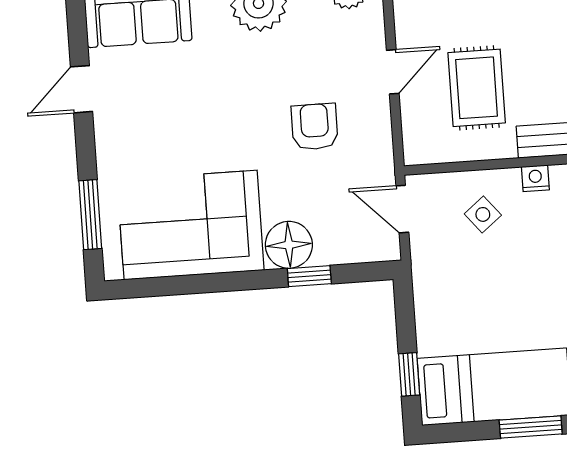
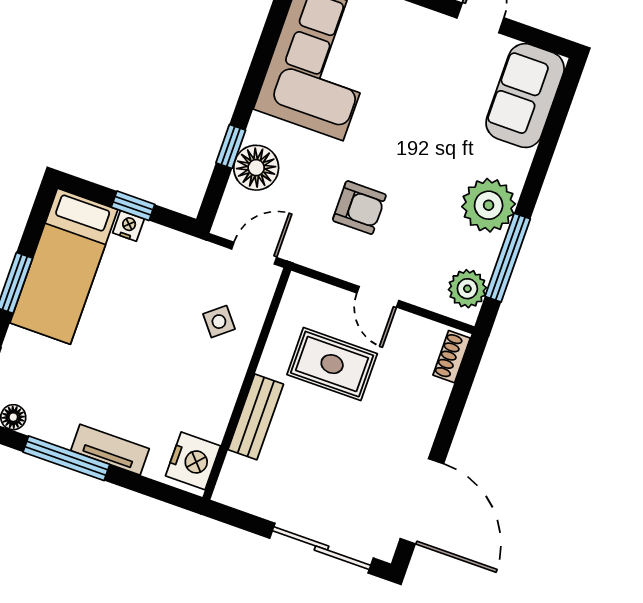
nightstand: (535, 178) -> (128, 226), moved, turned -90
floor lamp: (289, 245) -> (256, 168), moved
window: (409, 374) -> (133, 206), moved

